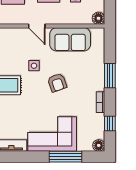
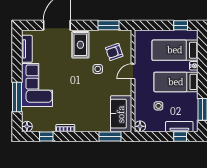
sofa: (70, 39) -> (121, 114), moved
window: (110, 76) -> (110, 136), moved
armchair: (57, 83) -> (114, 52), moved

